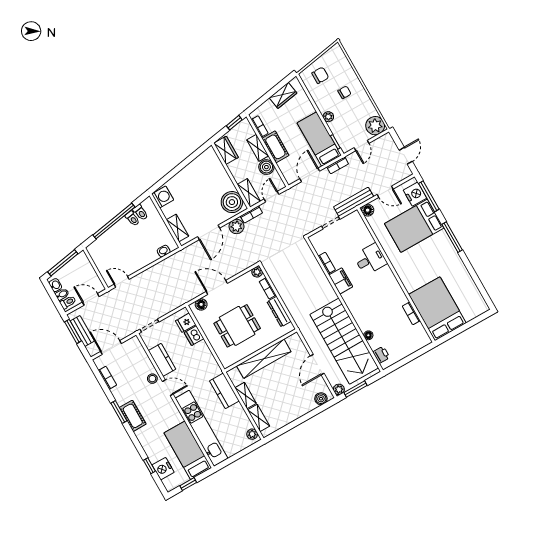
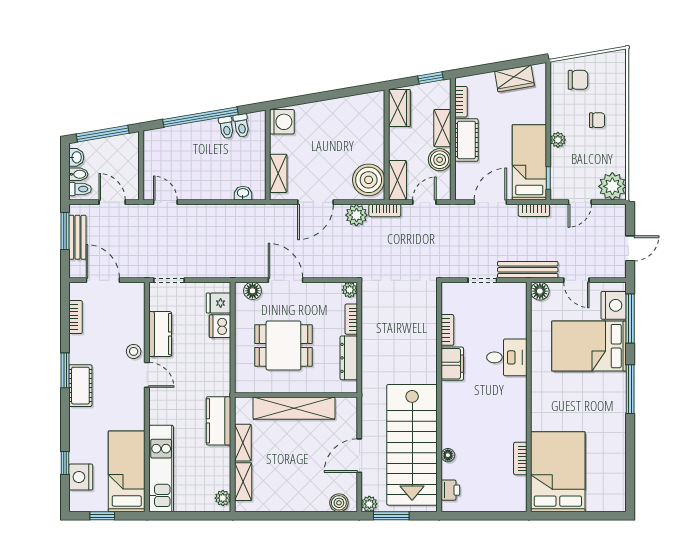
kitchen unit: (202, 428) -> (161, 469), width x0.73

